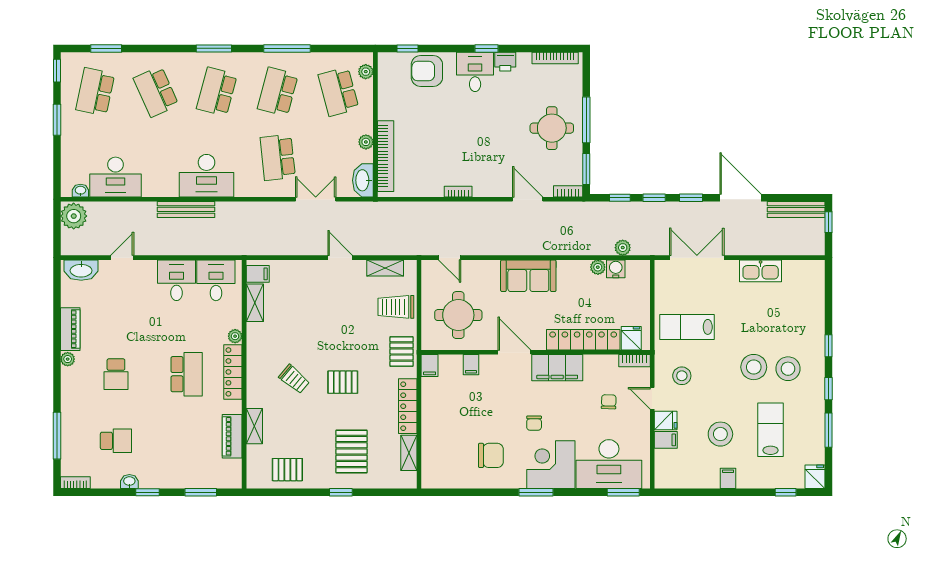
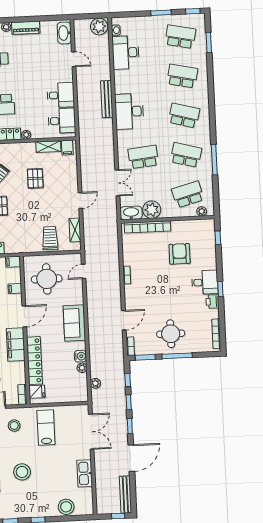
window: (214, 48) -> (212, 112), removed
armchair: (427, 71) -> (180, 254), moved
school desk: (156, 92) -> (182, 76), turned 36
plant: (366, 142) -> (152, 210), width x1.87, depth x1.87
water cooler: (616, 269) -> (80, 356), moved
pallet: (402, 351) -> (35, 178), moved, turned 90
stool: (788, 369) -> (66, 507), moved

